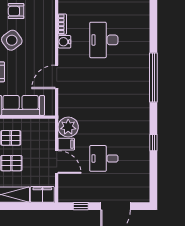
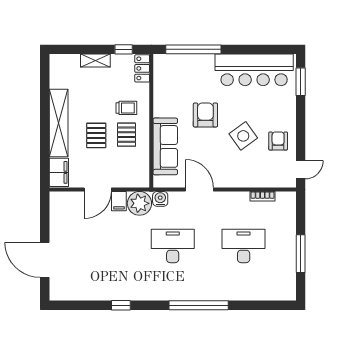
water cooler: (64, 42) -> (160, 199), moved
desk: (104, 158) -> (173, 246), moved, width x1.37
window: (81, 206) -> (45, 218), removed

